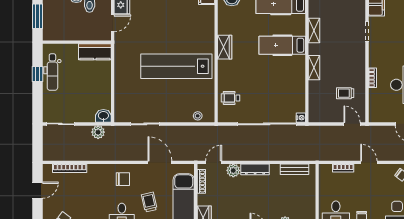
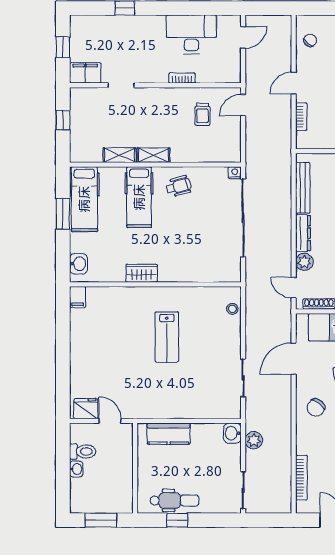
kitchen counter: (95, 52) -> (169, 434), moved, turned 90
lab bench: (176, 66) -> (167, 337), width x0.54, depth x0.72
shelving: (314, 68) -> (153, 155), moved
wheelchair: (231, 98) -> (179, 186), moved, turned -106
bench: (295, 169) -> (303, 188), width x1.36
chair: (123, 179) -> (316, 408), turned -143

